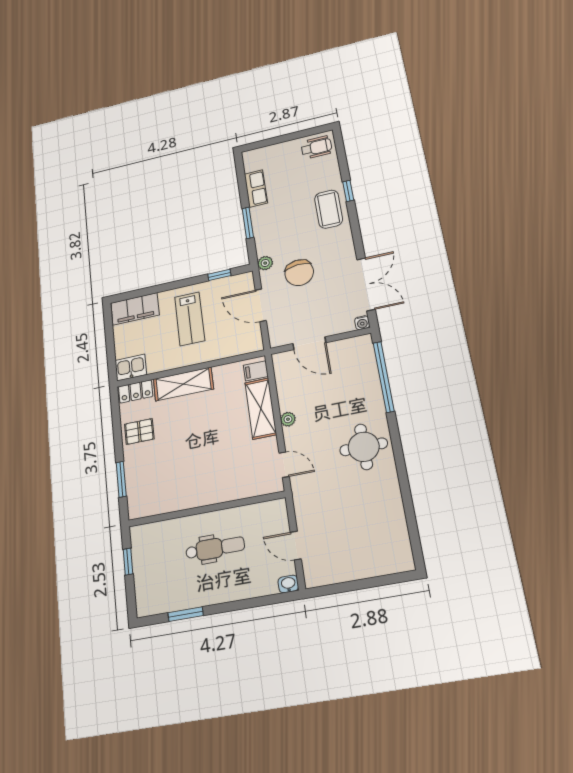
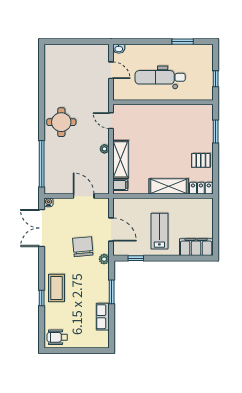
kitchen sink: (131, 368) -> (203, 205), removed
dental chair: (215, 548) -> (160, 77), width x1.36, depth x1.38

